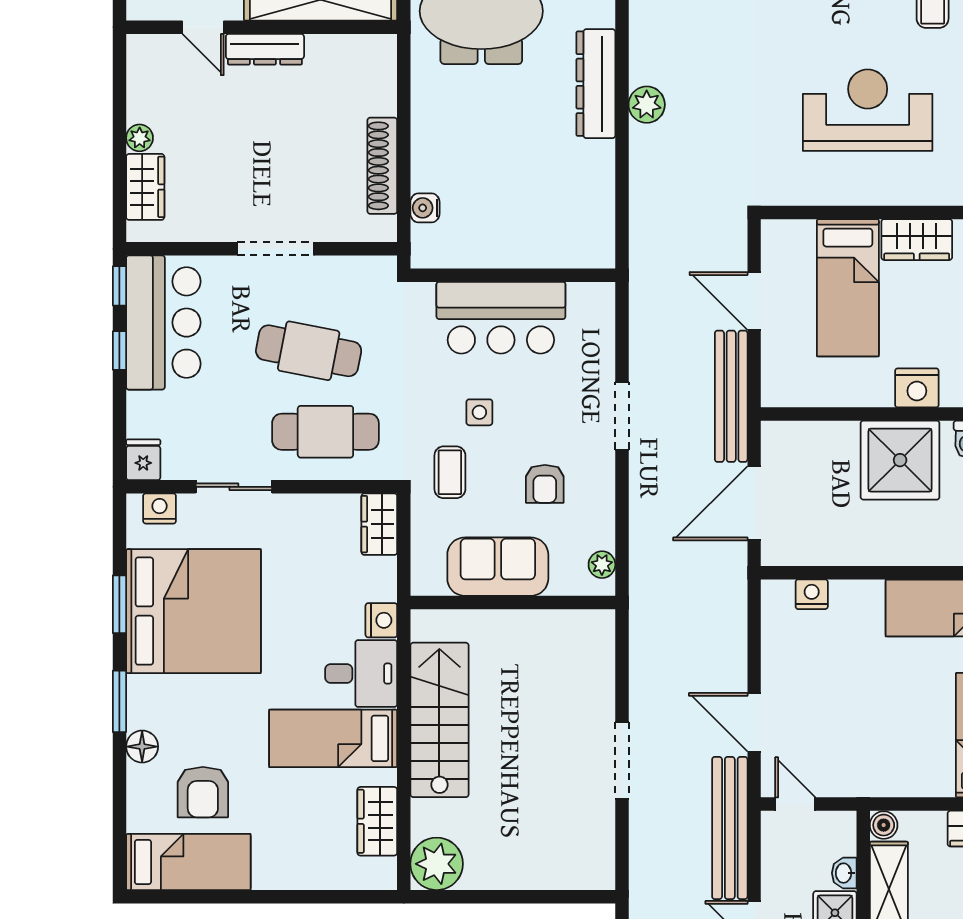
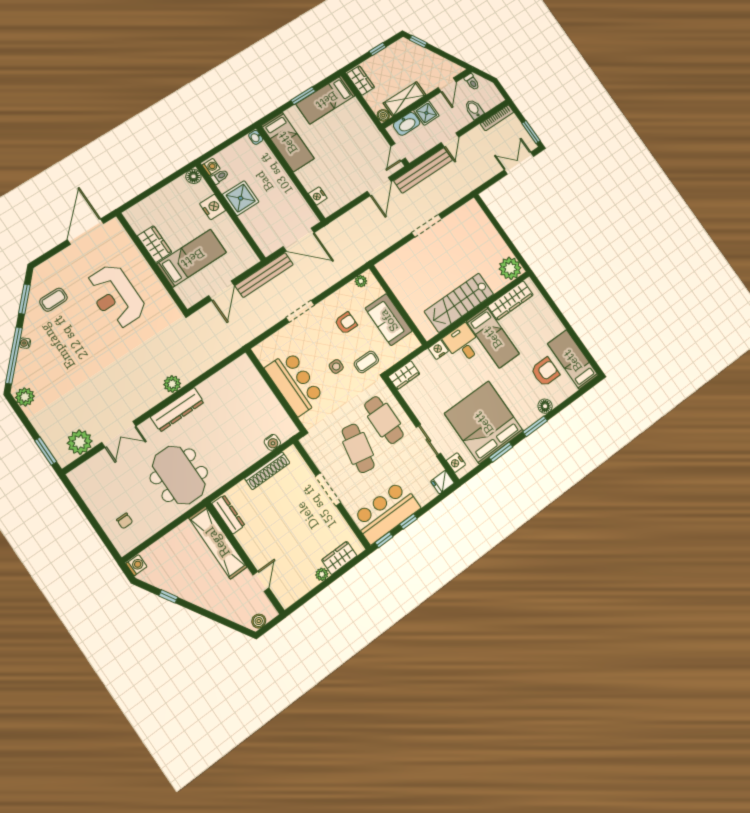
dresser: (265, 49) -> (228, 514), moved
shower: (900, 460) -> (241, 198), width x0.73, depth x0.73
wardrobe: (377, 821) -> (510, 300), width x1.50
washbasin: (844, 873) -> (407, 124), width x1.91, depth x1.45

